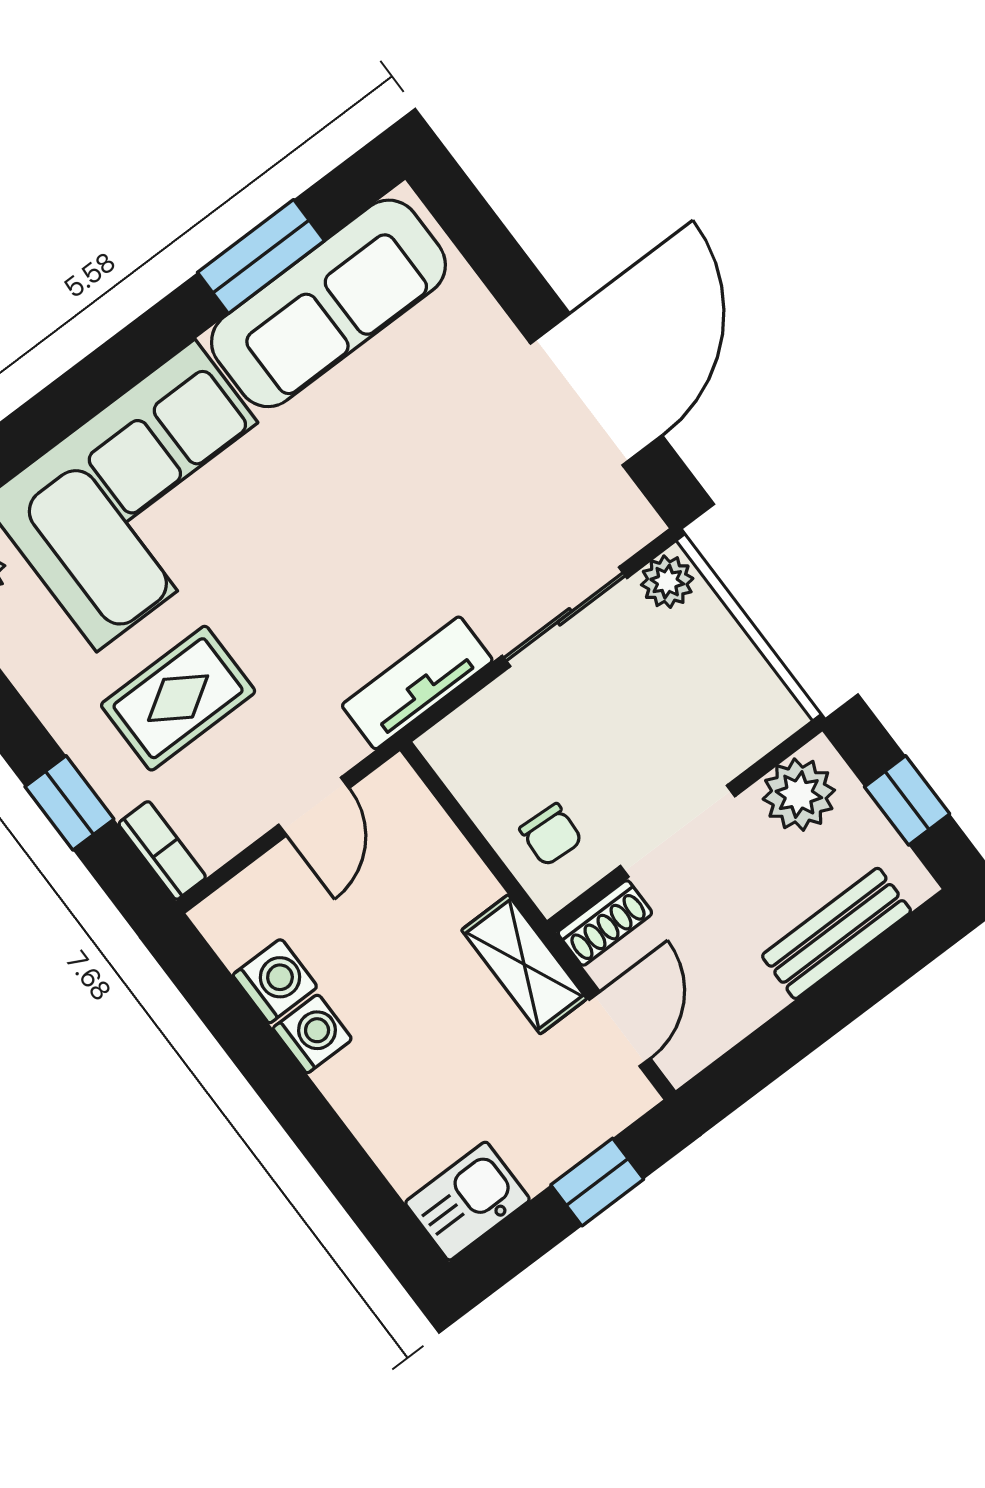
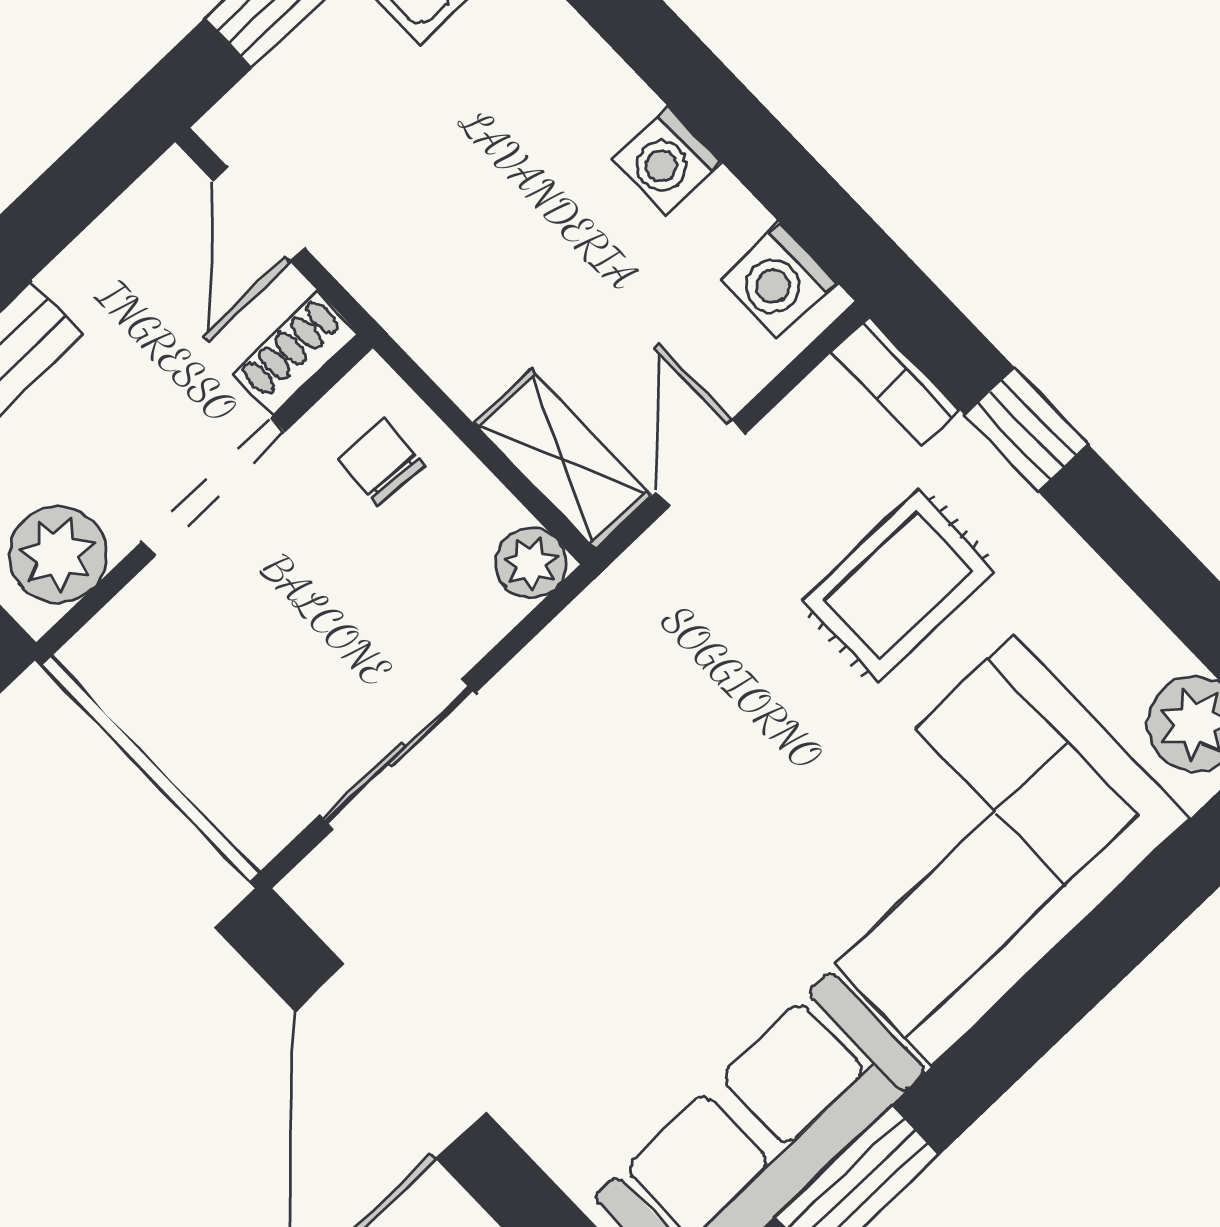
plant: (667, 582) -> (531, 563), moved
tv unit: (417, 683) -> (583, 643), removed
shelving: (524, 964) -> (563, 459), moved
washing machine: (275, 981) -> (778, 280), moved

